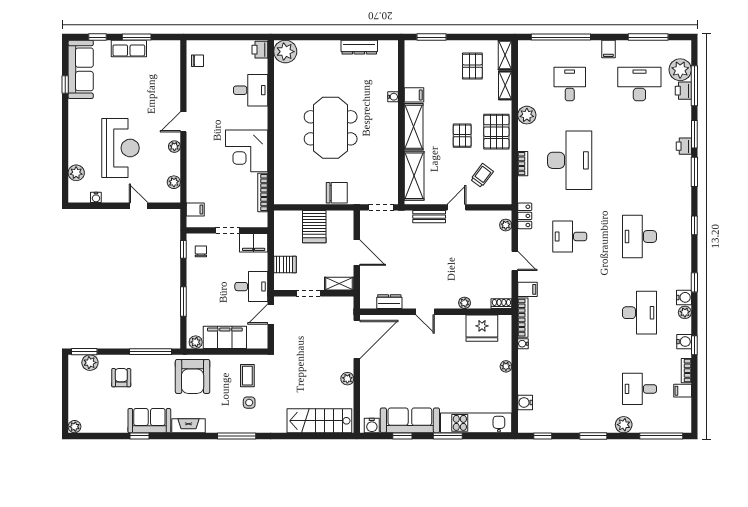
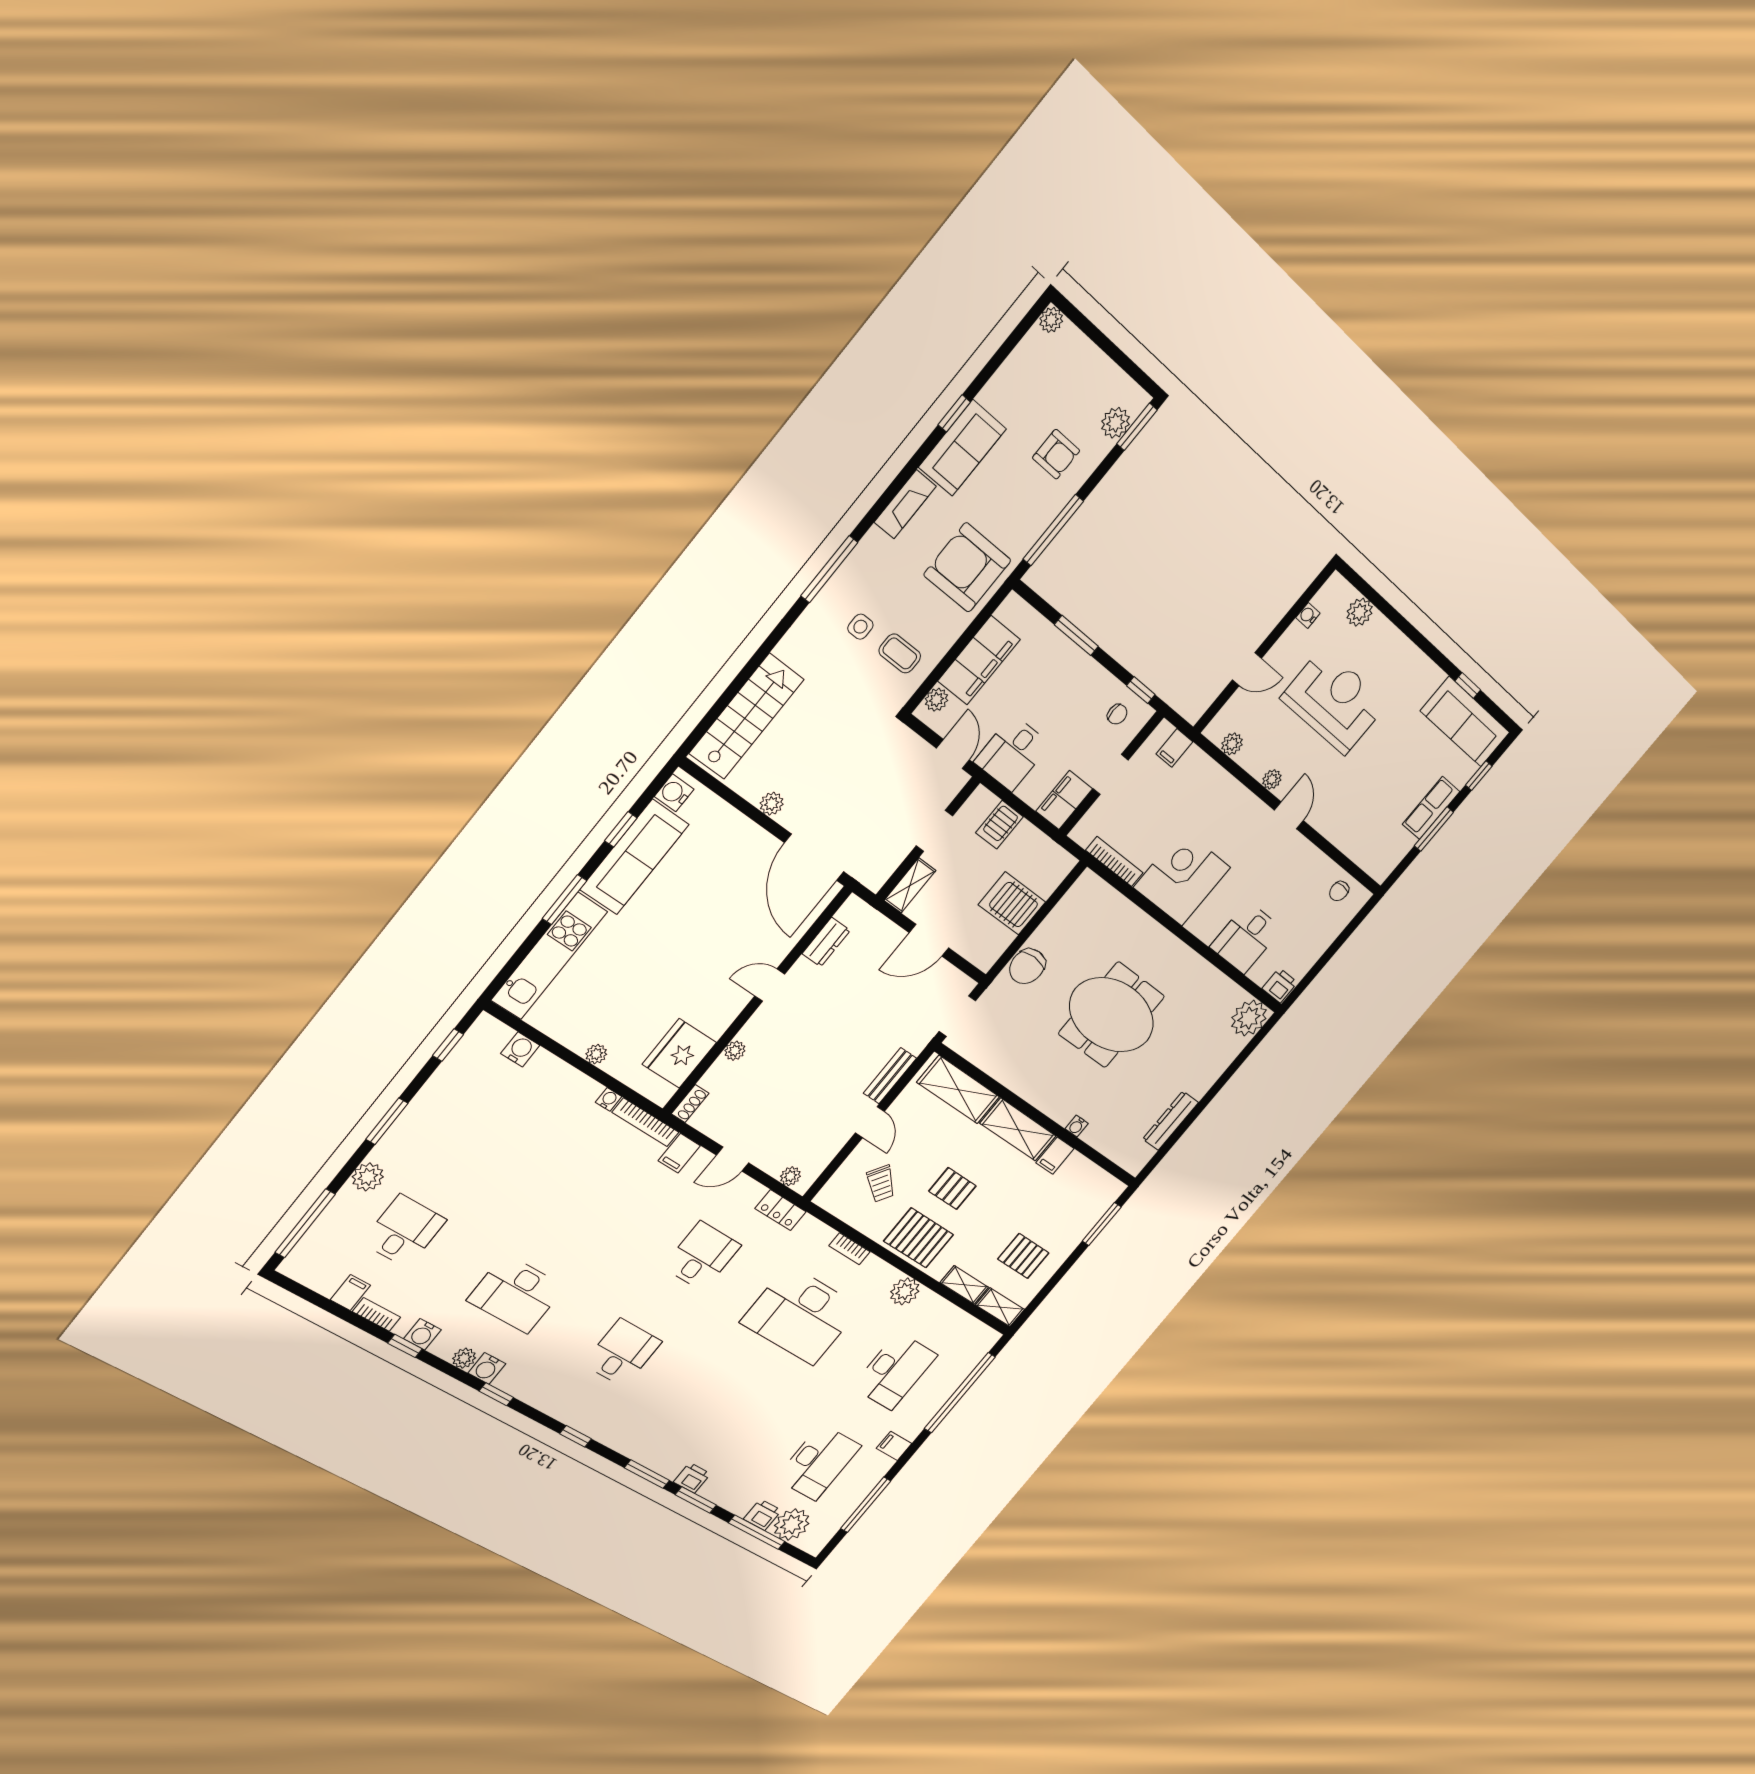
desk: (570, 84) -> (895, 1371), width x1.37
reception desk: (120, 148) -> (1334, 701), turned 180
desk: (639, 236) -> (622, 1353), width x0.73
plant: (196, 342) -> (936, 700), moved

